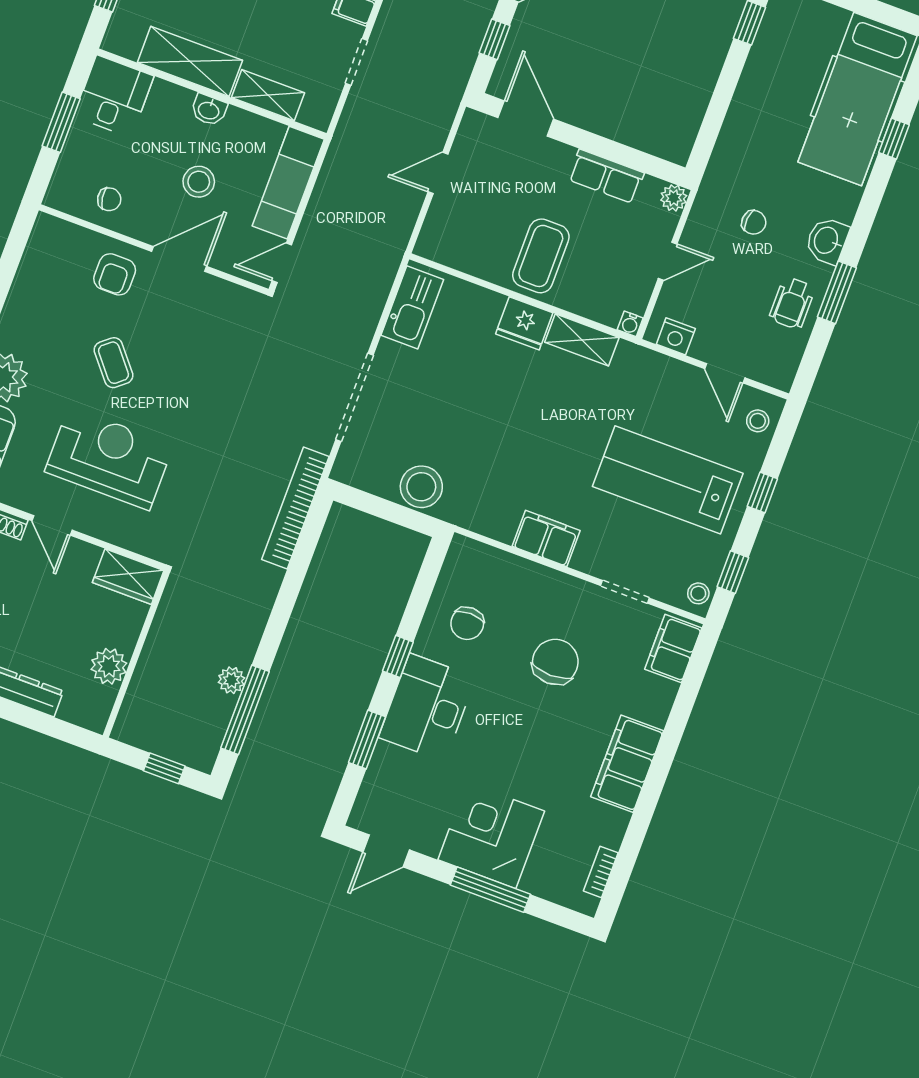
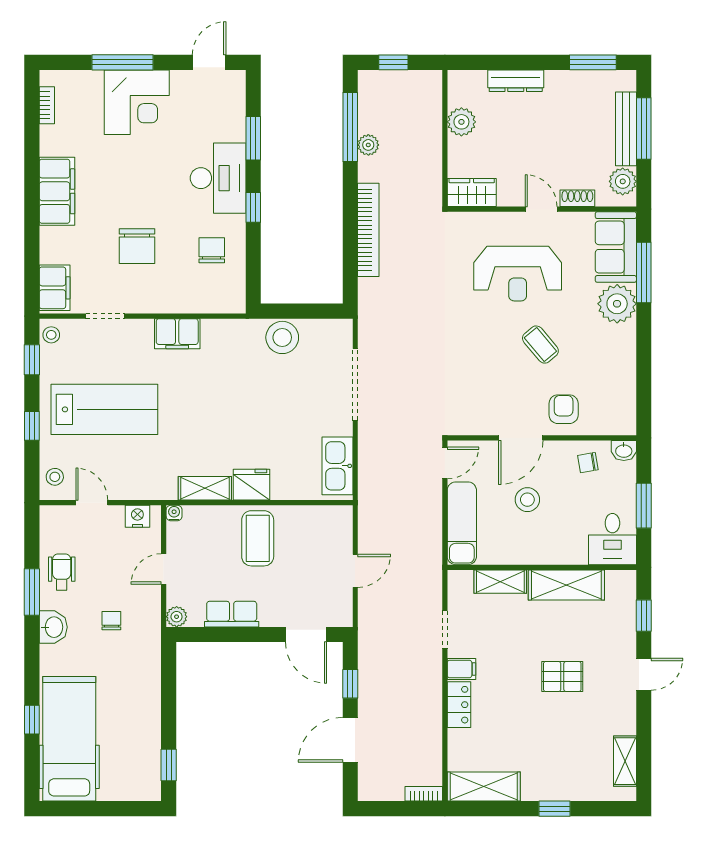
washbasin: (209, 110) -> (624, 451), moved, turned 180
chair: (754, 222) -> (111, 621), turned 85
bookcase: (295, 508) -> (368, 230), moved

